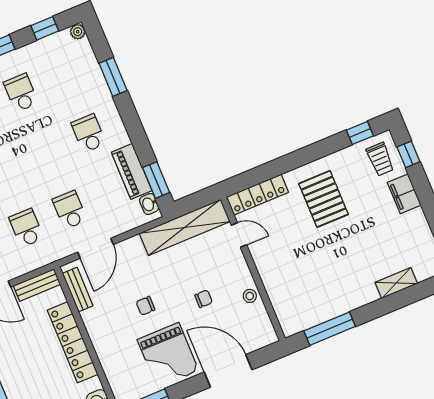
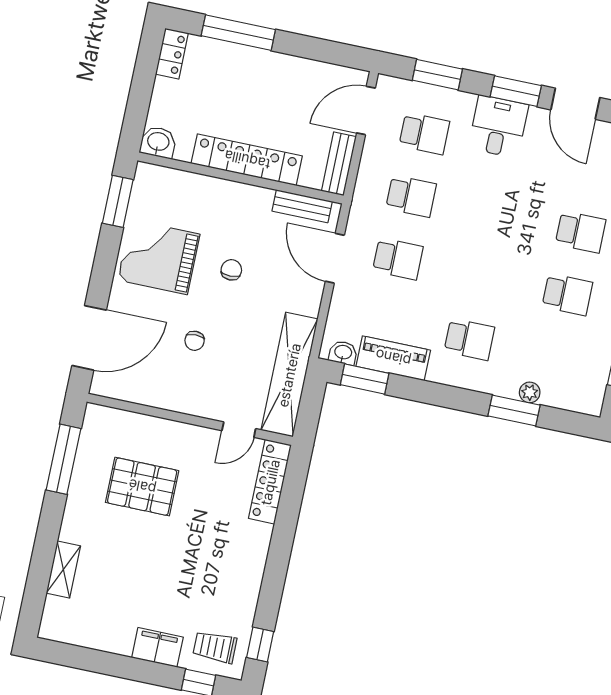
plant: (78, 32) -> (530, 392), moved
pallet: (324, 199) -> (142, 487), moved
stool: (250, 296) -> (162, 395), removed
door: (228, 371) -> (89, 338), moved

